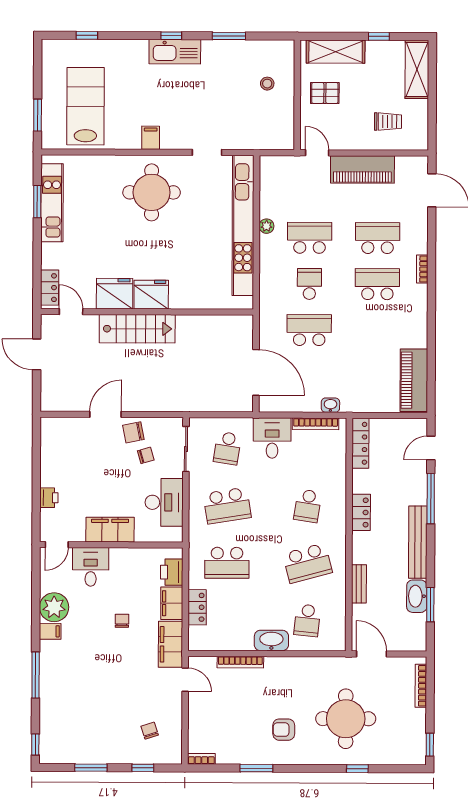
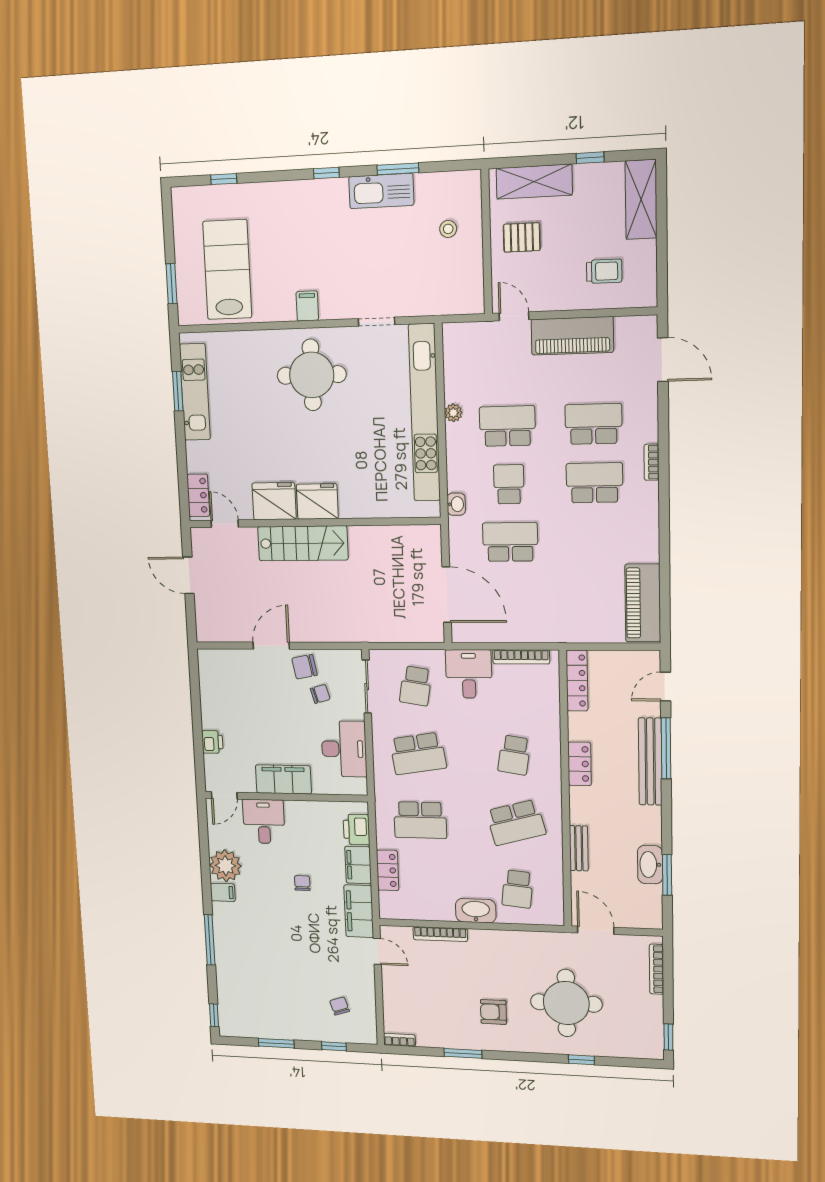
kitchen sink: (175, 52) -> (381, 191), moved
washbasin: (330, 405) -> (456, 504), moved, turned 90
bench: (418, 542) -> (650, 762), moved

